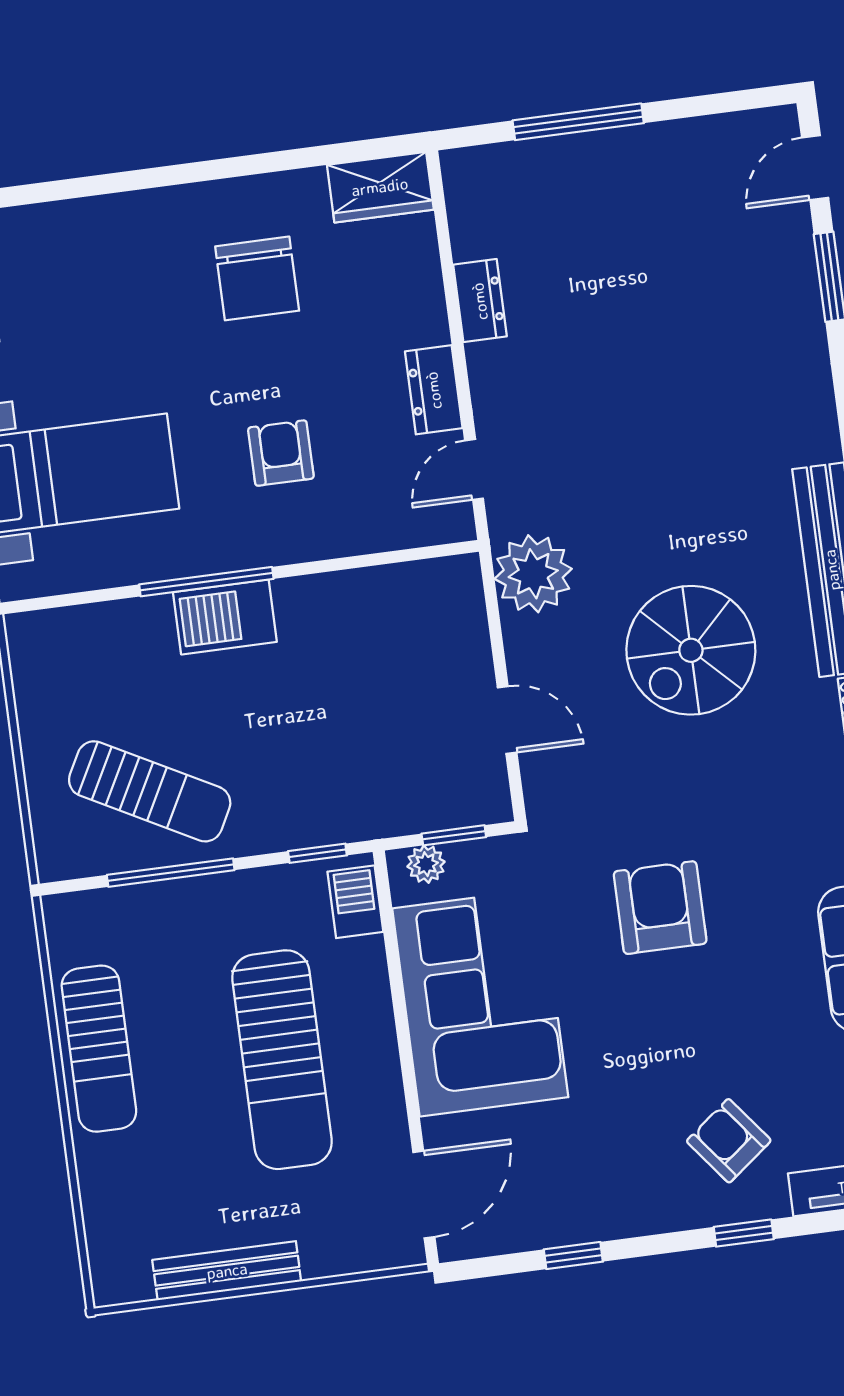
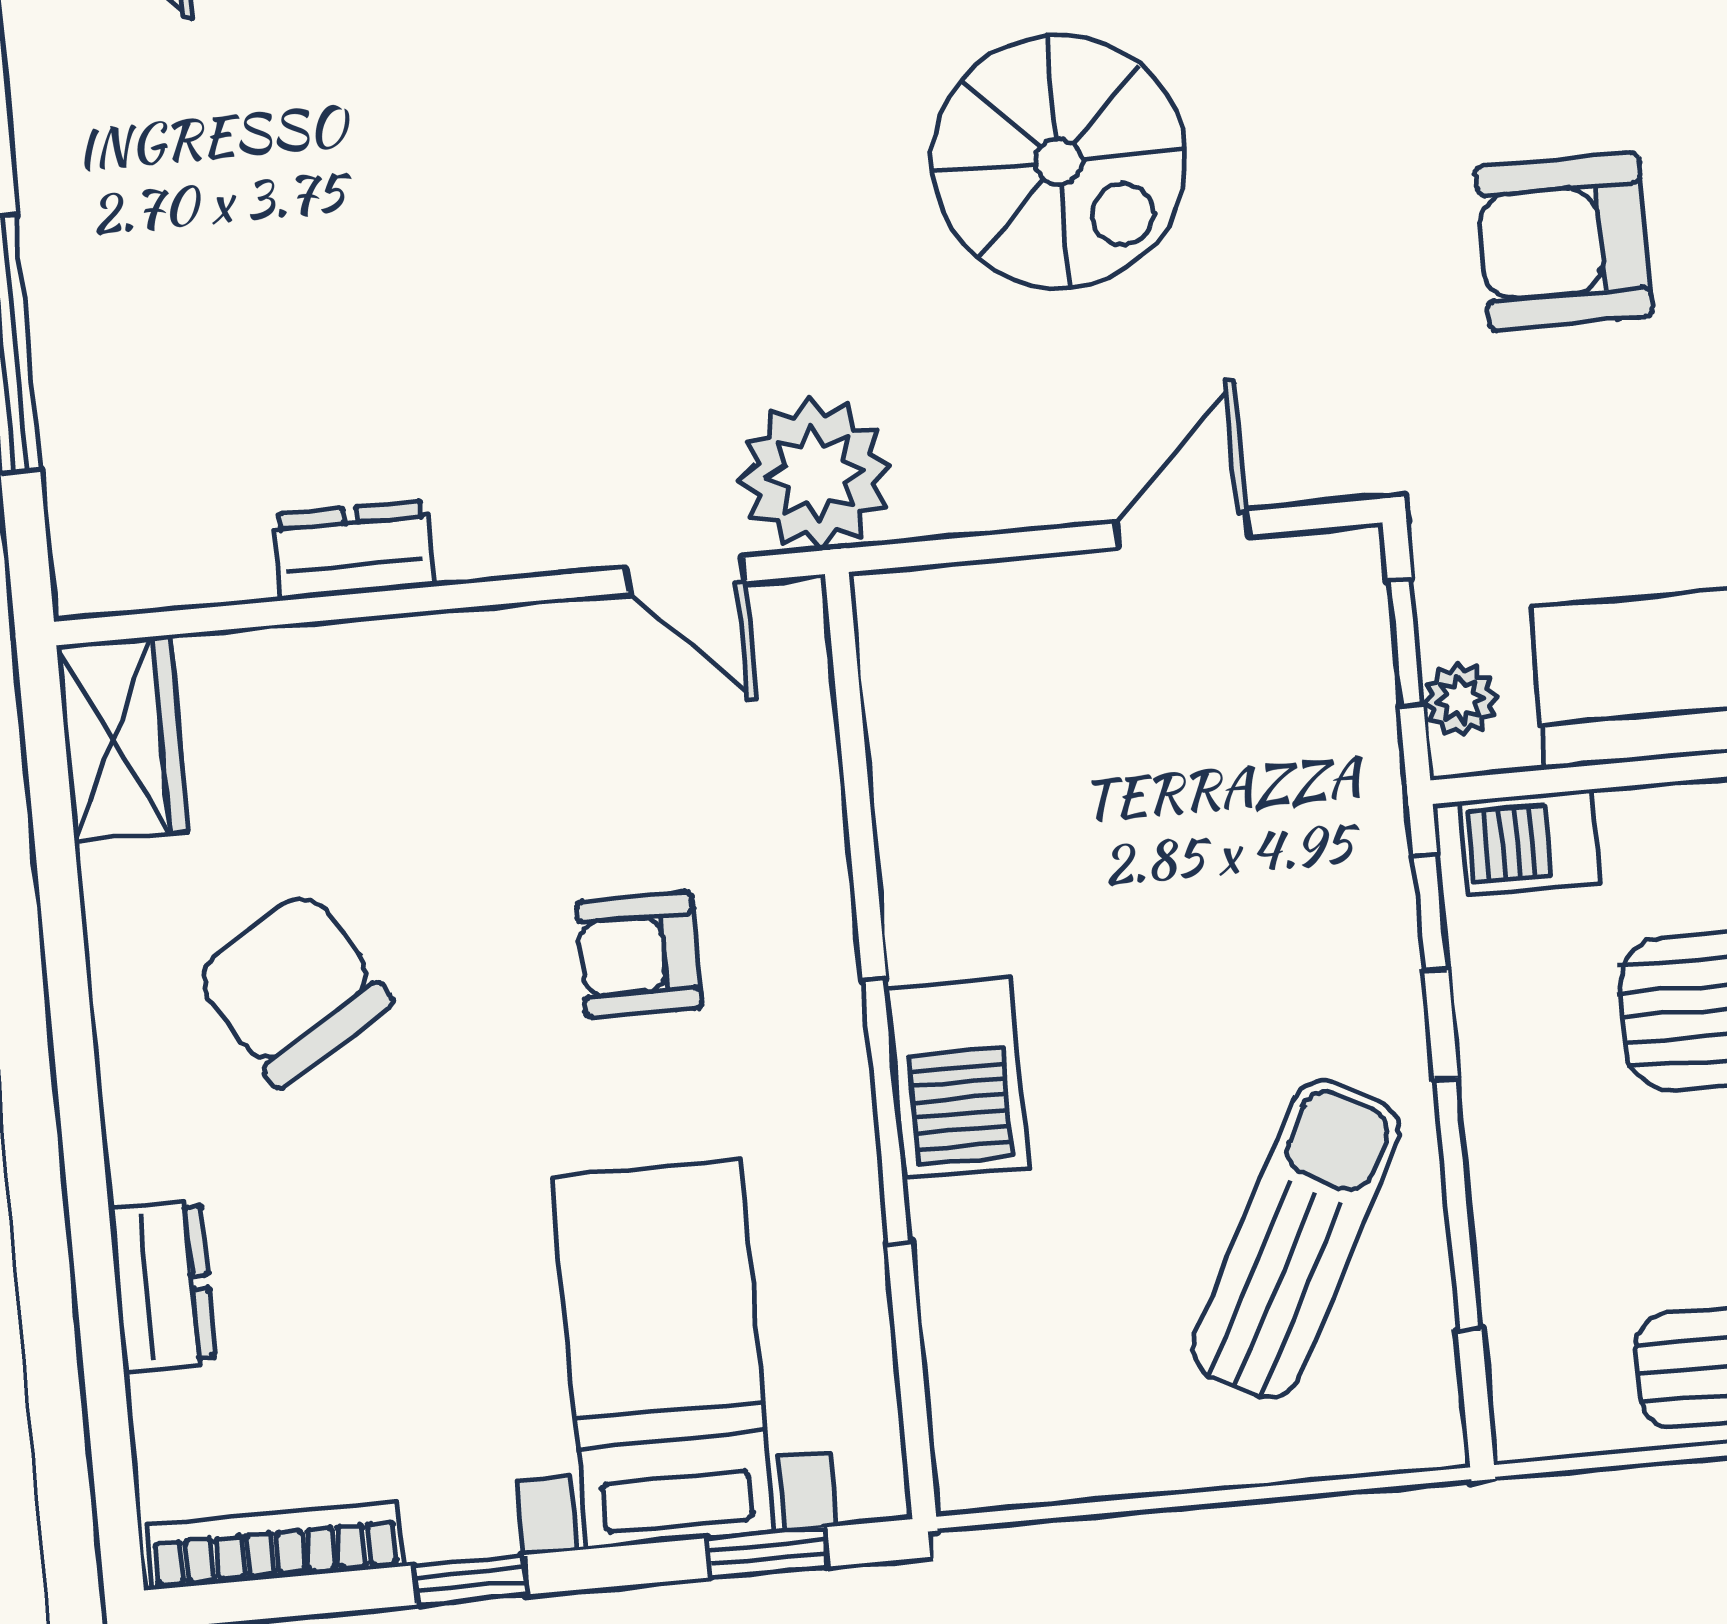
chair: (257, 278) -> (293, 988), turned -122
dresser: (434, 390) -> (162, 1286), moved, turned -90
plant: (533, 574) -> (815, 474), moved

